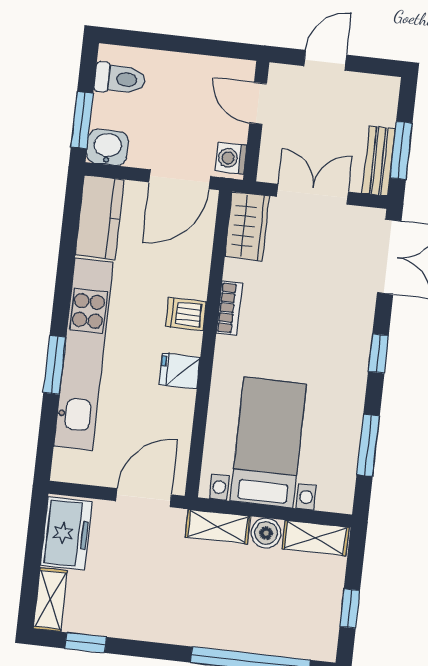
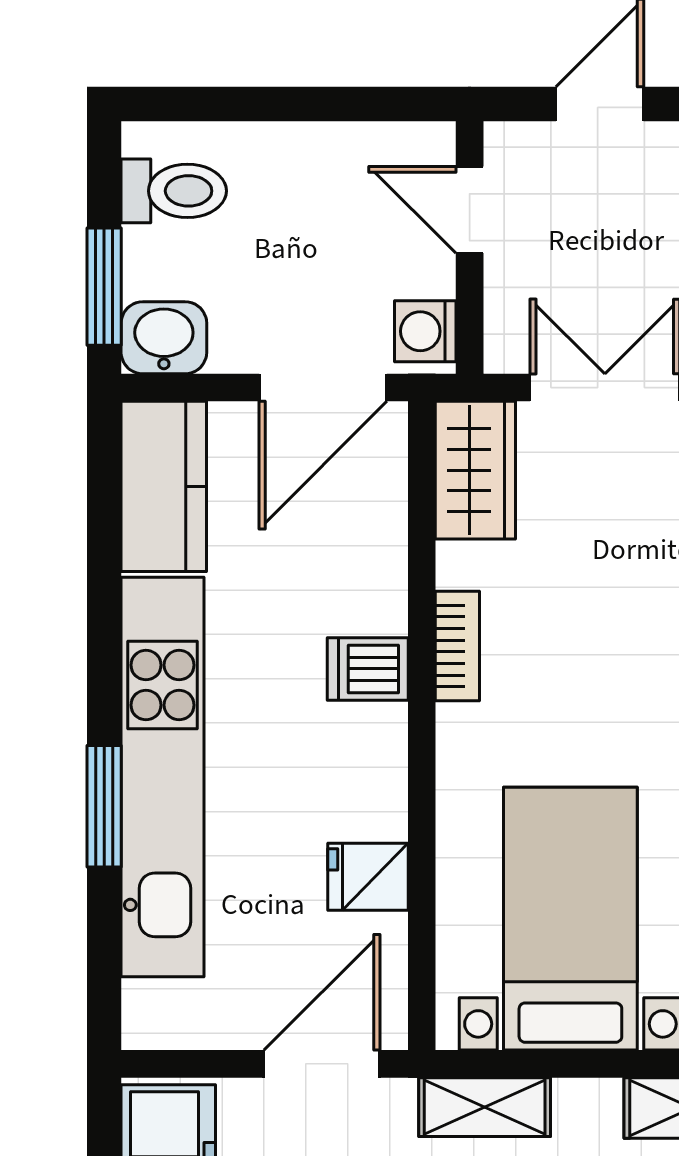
fridge: (180, 371) -> (368, 877), moved
boiler: (266, 533) -> (587, 1109), removed

